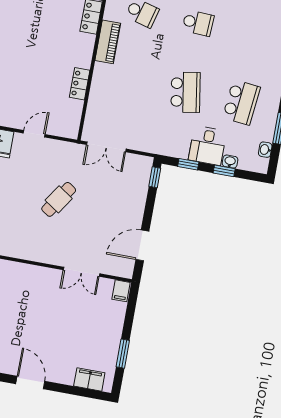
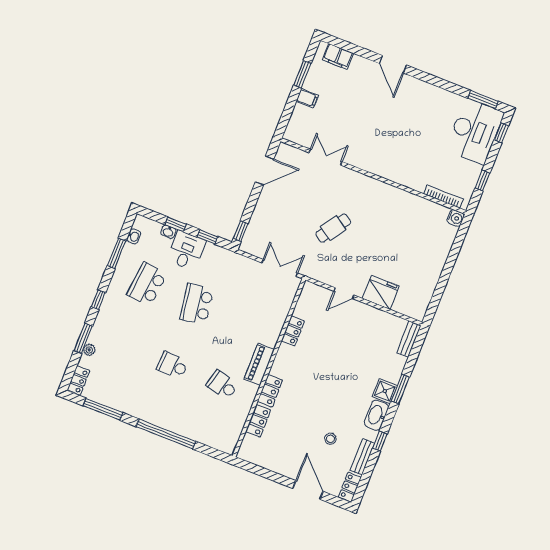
filing cabinet: (121, 291) -> (307, 98), moved, turned 90

